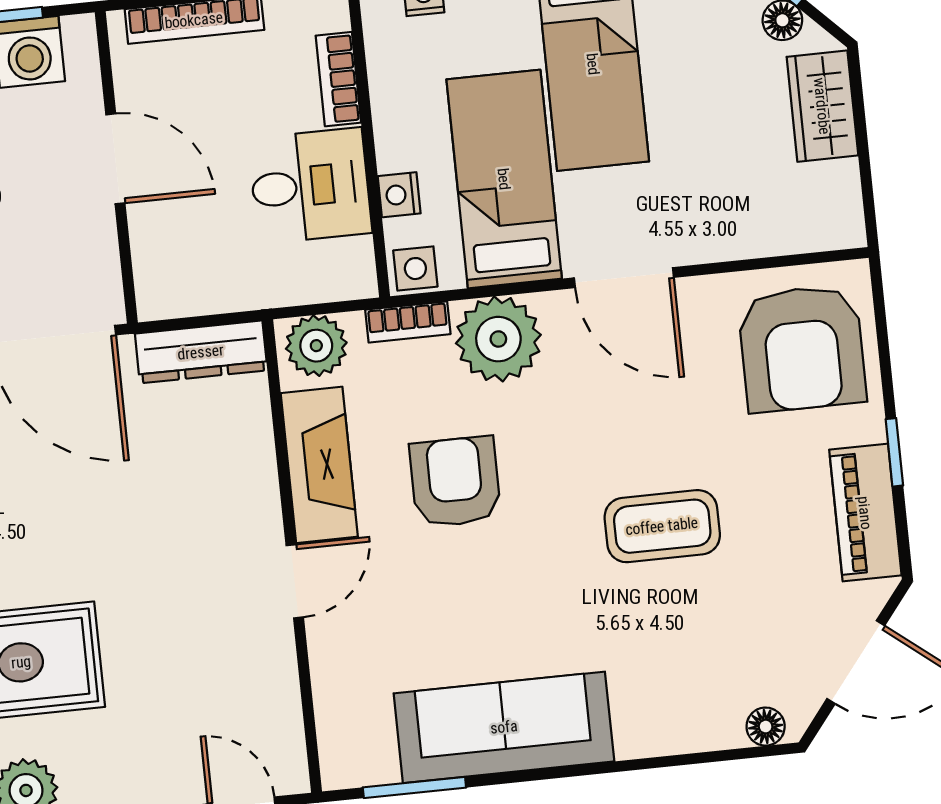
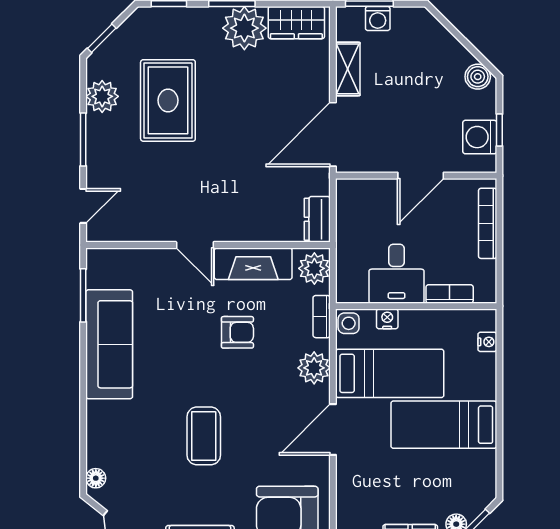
plant: (498, 339) -> (314, 368), width x0.73, depth x0.73
dresser: (201, 352) -> (317, 219), width x0.70
armchair: (455, 482) -> (237, 332), width x0.72, depth x0.72

